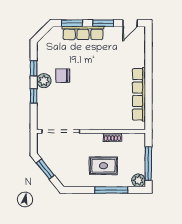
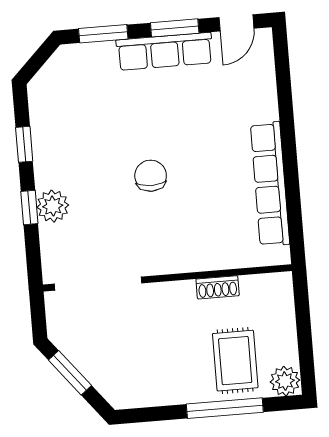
row of seats: (83, 33) -> (165, 51), moved
chair: (63, 76) -> (151, 176), moved, turned 90
plant: (44, 81) -> (53, 206), moved
window: (148, 164) -> (305, 341), removed
rug: (103, 166) -> (235, 361), moved, turned 90

